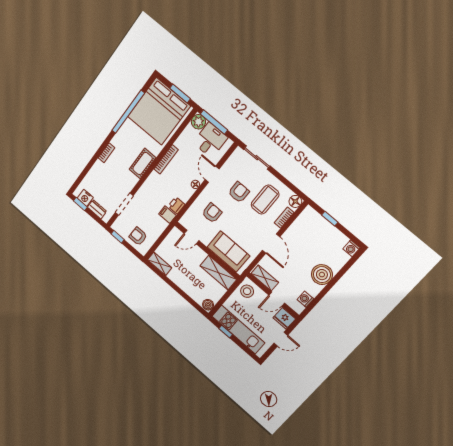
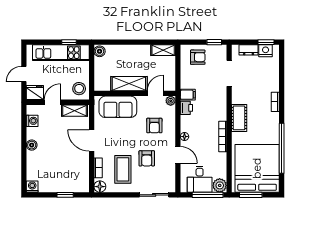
plant: (184, 221) -> (171, 101), added
shelving: (218, 273) -> (129, 84), moved
boiler: (322, 275) -> (32, 145), width x0.54, depth x0.54

